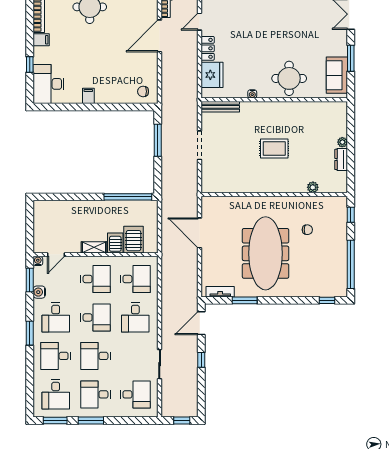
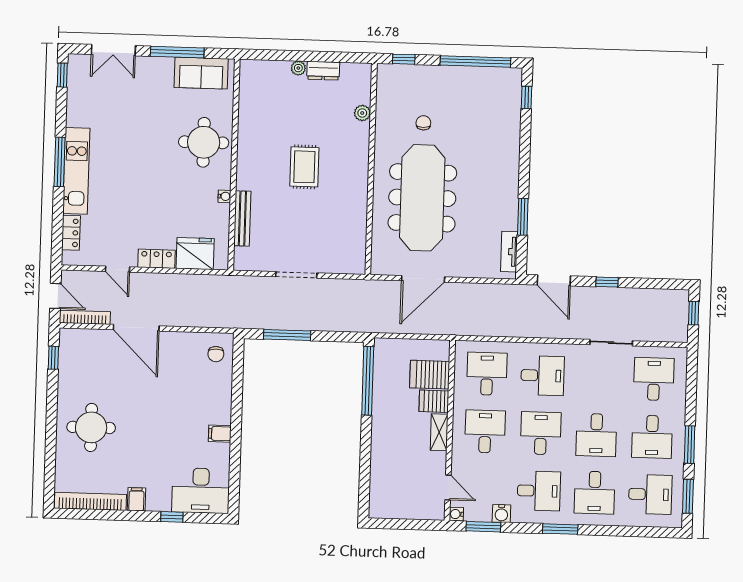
window: (351, 58) -> (177, 52), width x1.44
bench: (220, 107) -> (242, 218), moved
meeting table: (266, 253) -> (422, 198), moved, turned 90

